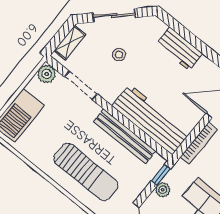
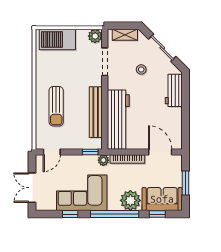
workbench: (179, 49) -> (174, 90), moved
sun lounger: (86, 172) -> (56, 106), width x0.73, depth x0.75
plant: (163, 190) -> (103, 160), moved

